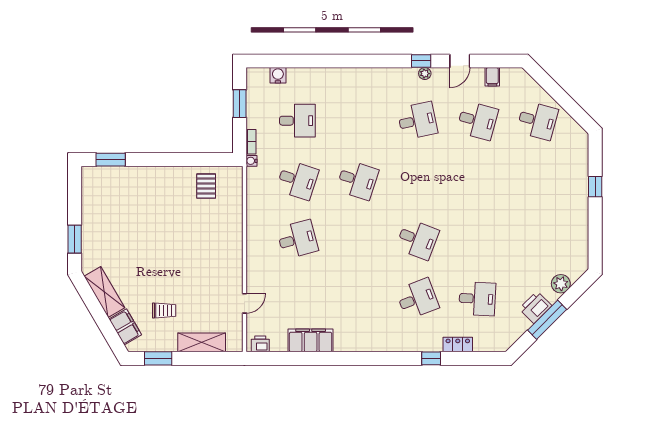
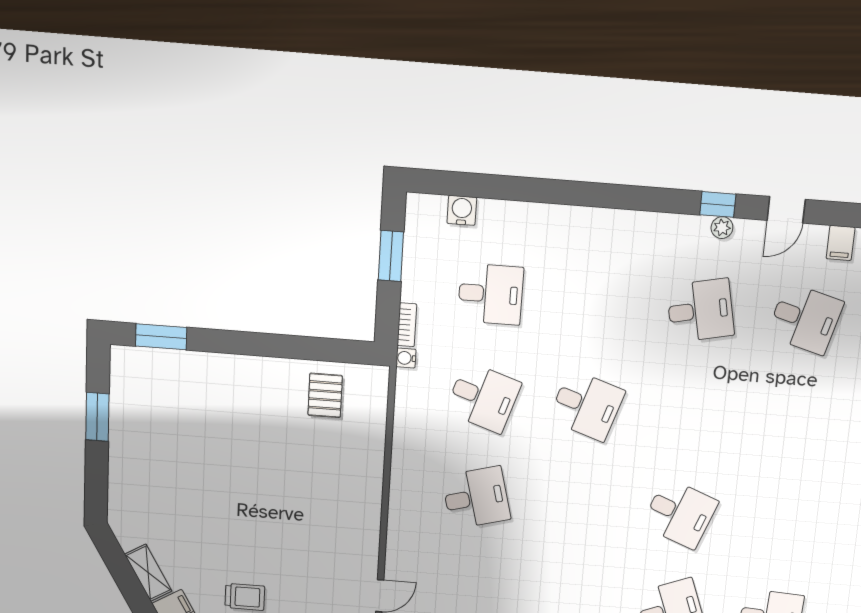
window: (75, 239) -> (97, 417), moved
shelving: (104, 292) -> (148, 573), width x0.67, depth x0.75

